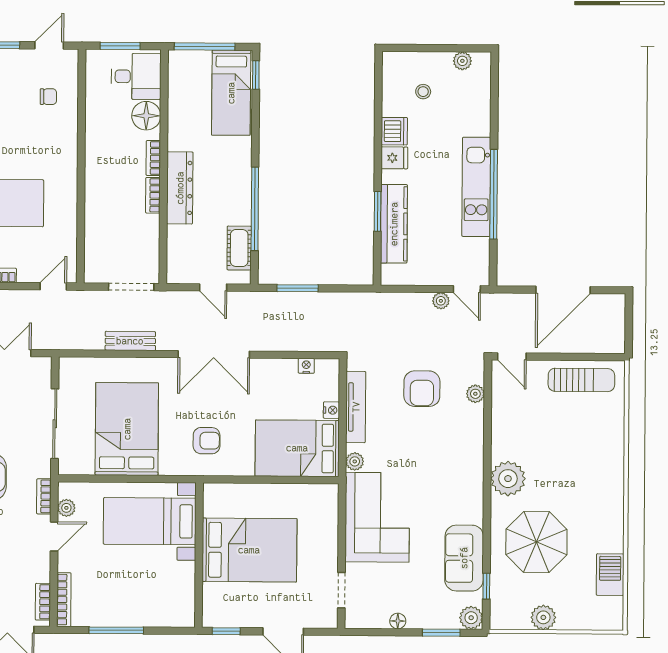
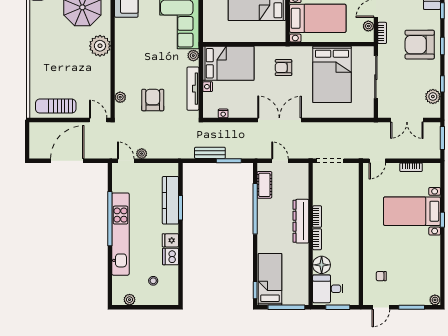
kitchen unit: (476, 187) -> (120, 234), width x1.36
bench: (130, 341) -> (210, 153), moved

